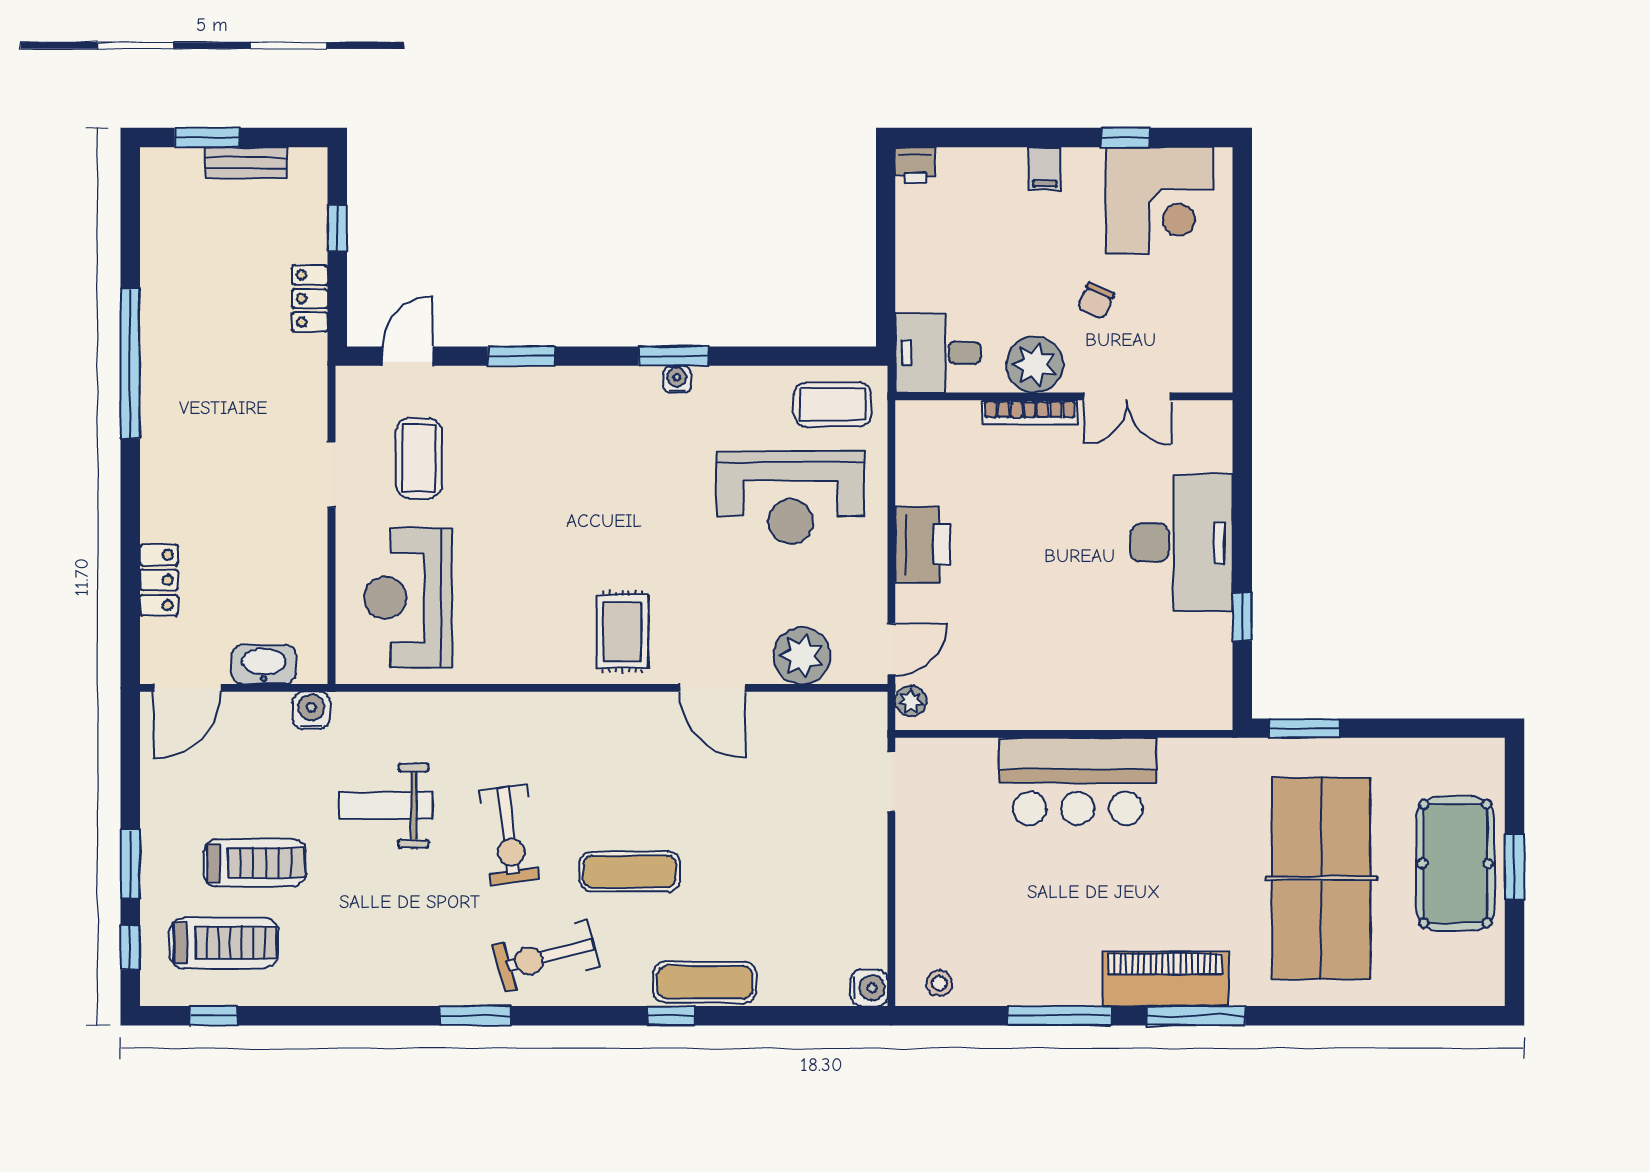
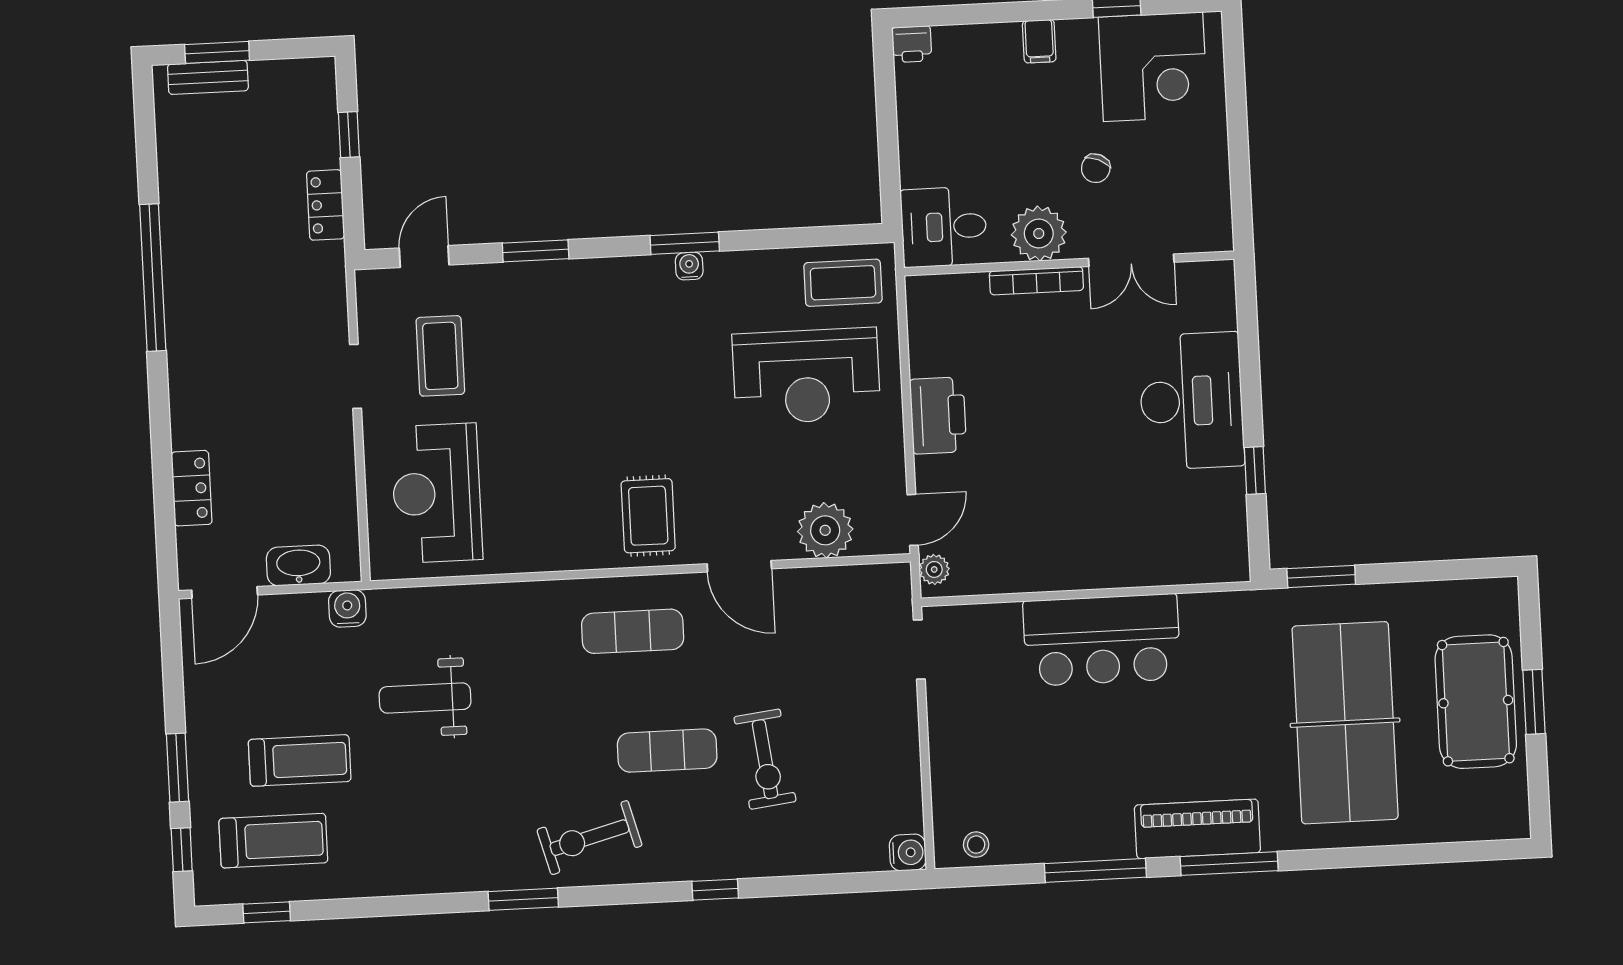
bench: (246, 163) -> (208, 77), moved
exercise bike: (509, 835) -> (765, 759), moved
exercise mat: (705, 982) -> (633, 631), moved

